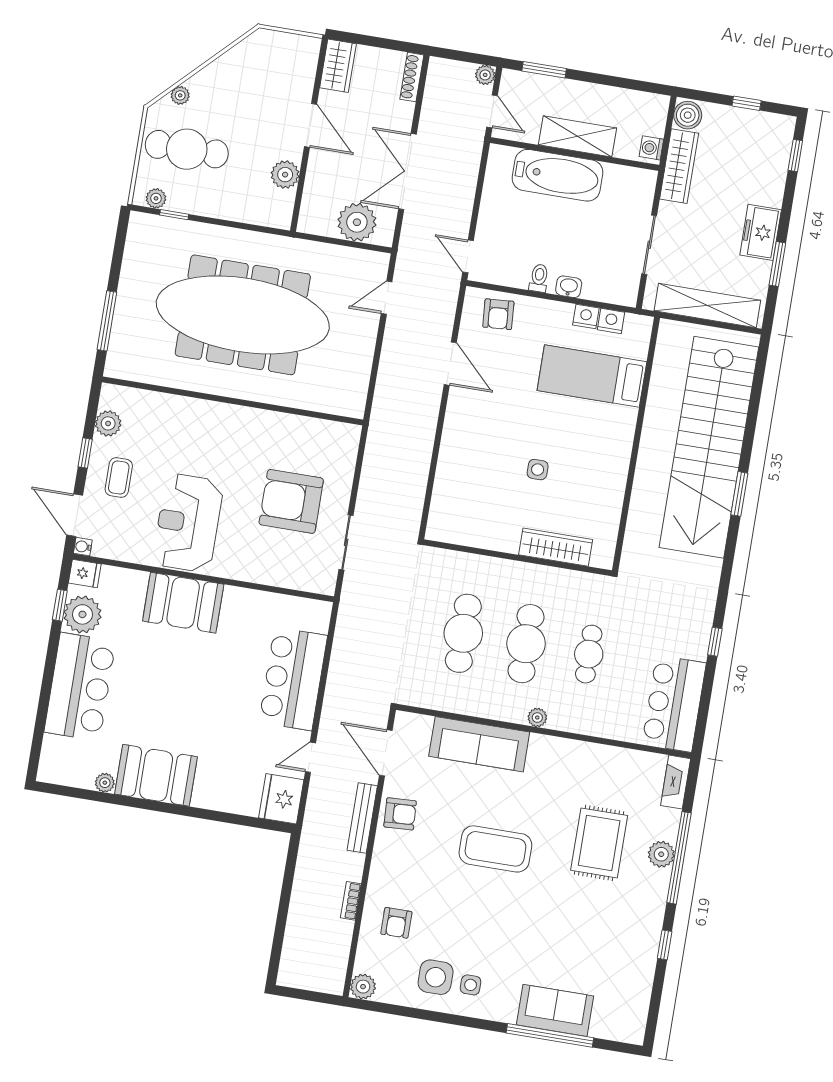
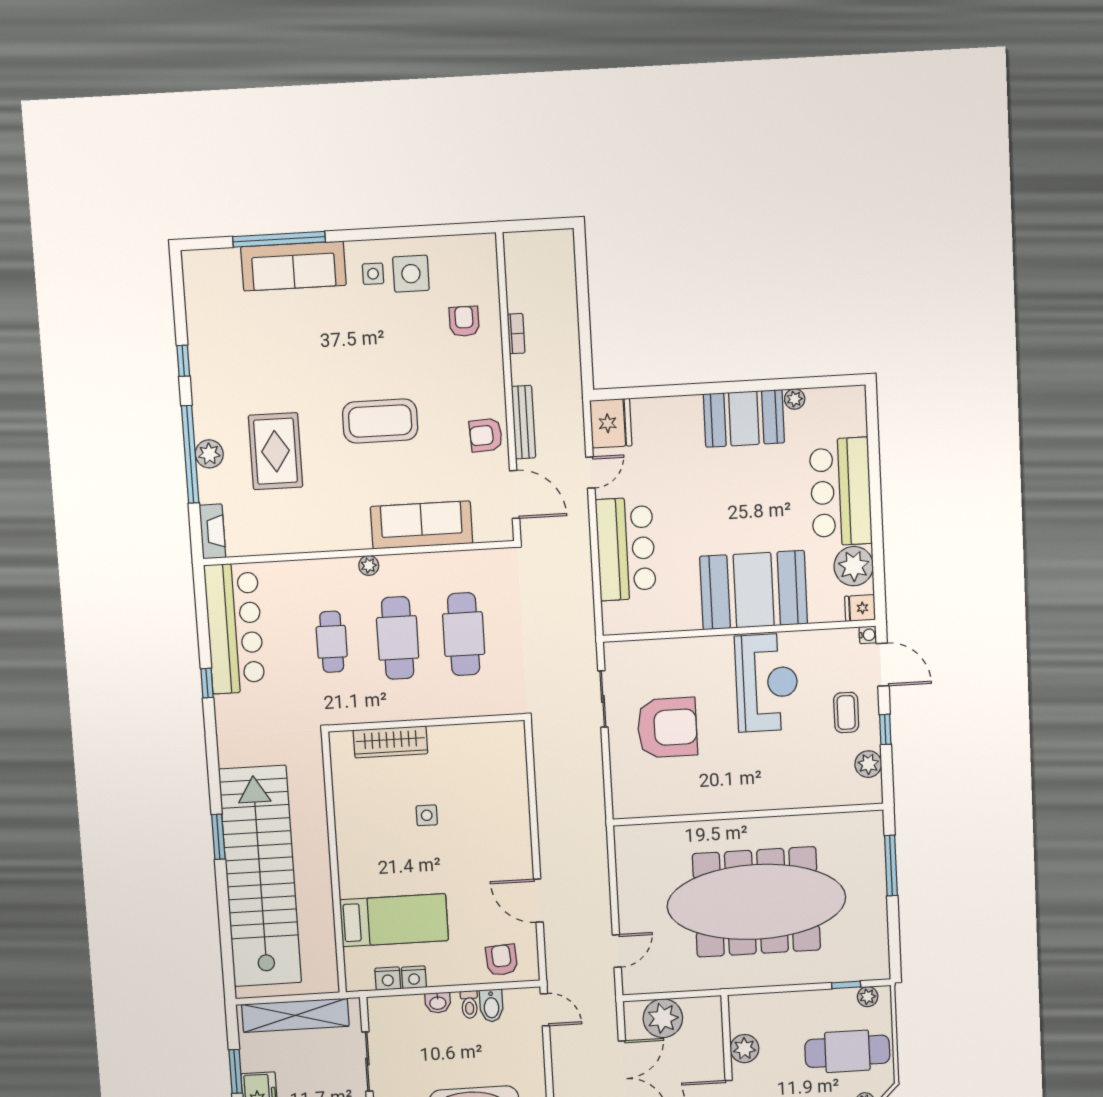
bidet: (518, 272) -> (491, 1006), added
booth: (183, 603) -> (754, 590), width x1.36, depth x1.42
window: (60, 605) -> (879, 570), removed
bar counter: (674, 704) -> (234, 628), width x1.36
plant: (363, 987) -> (483, 247), removed
sofa: (555, 1010) -> (293, 266), width x1.36

